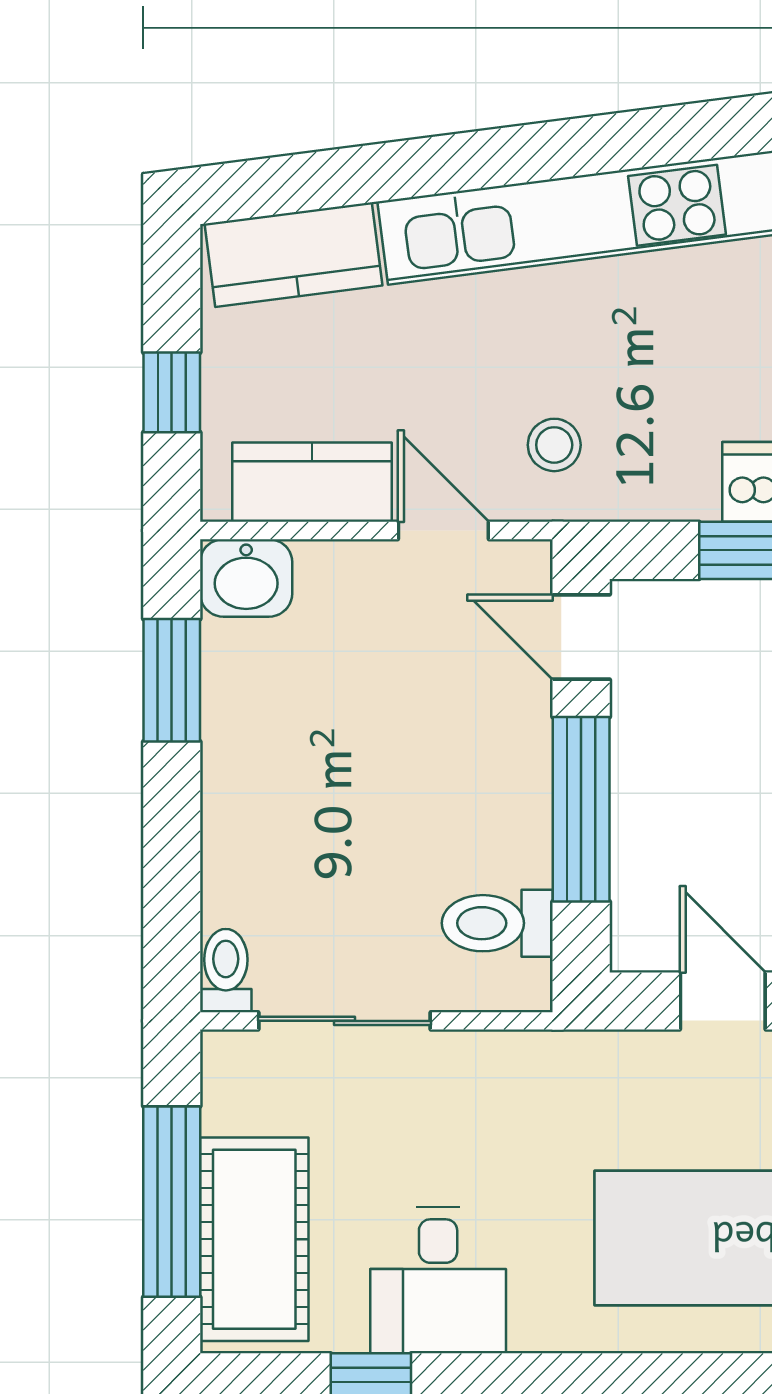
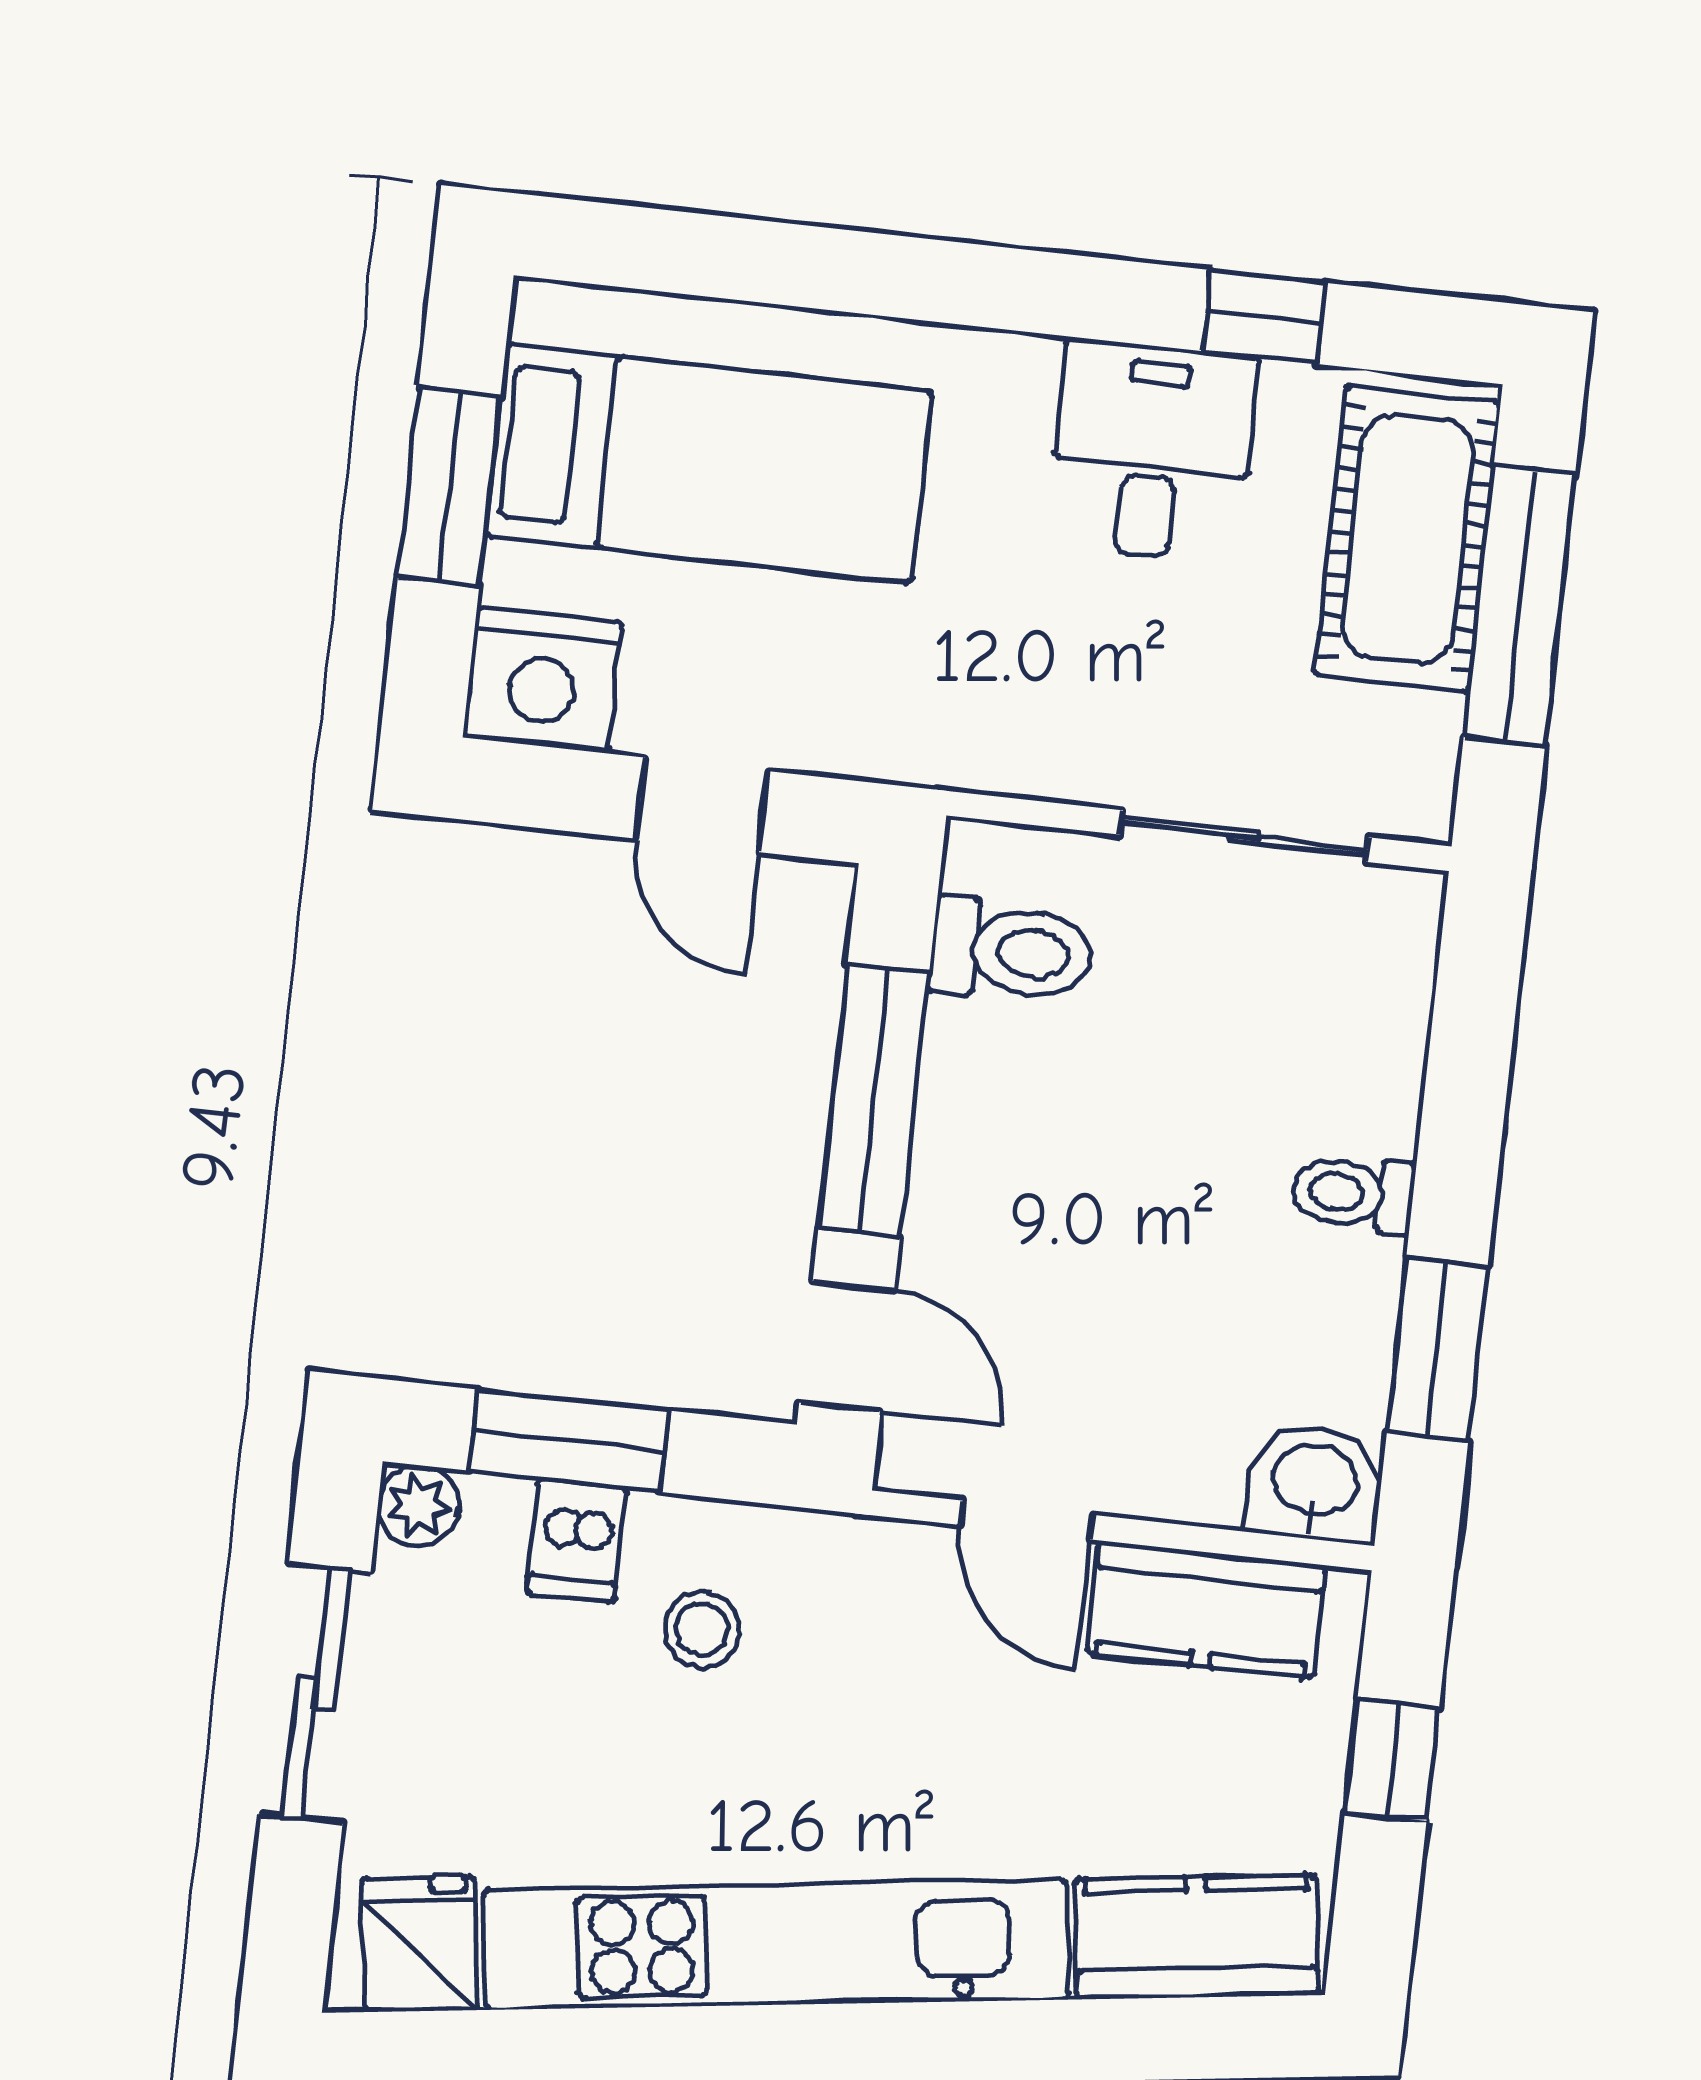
stool: (554, 445) -> (702, 1629), moved
toilet: (226, 971) -> (1353, 1194), moved, turned 90

